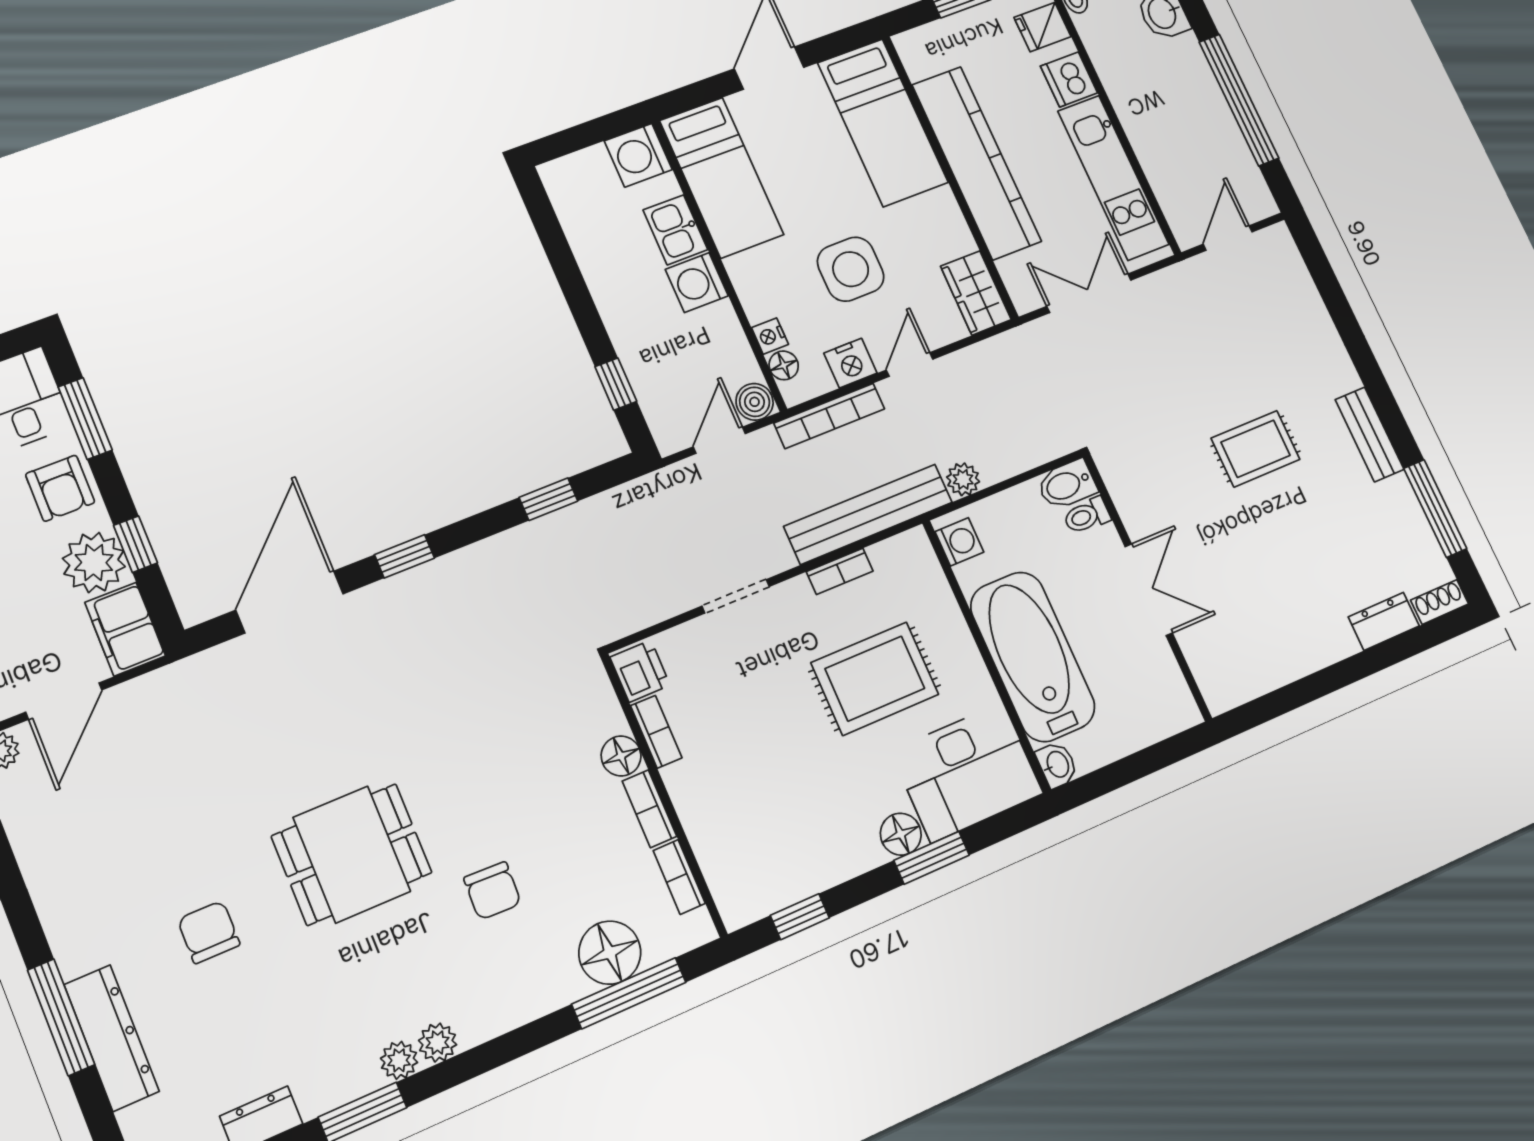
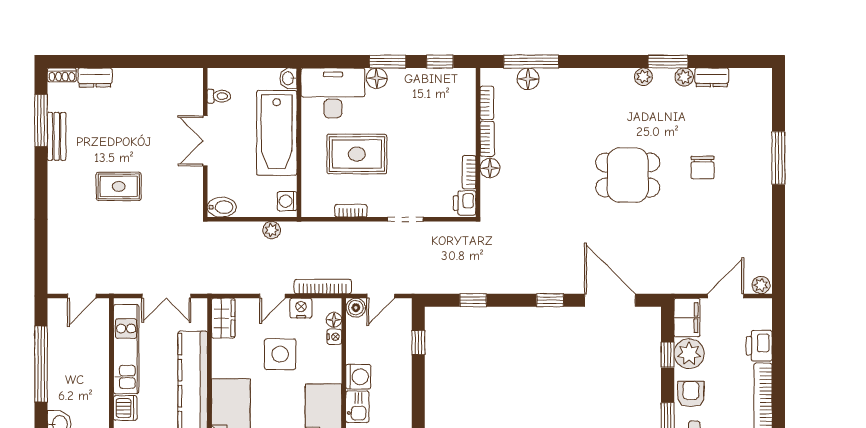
bench: (1370, 434) -> (57, 136), moved
bench: (868, 514) -> (325, 232), removed
toilet: (1087, 516) -> (219, 96), moved
door: (290, 602) -> (610, 300), swing flipped
window: (932, 858) -> (388, 62), moved
chair: (492, 891) -> (573, 133), removed
floor lamp: (610, 953) -> (528, 79), width x0.73, depth x0.73
dresser: (112, 1038) -> (761, 140), removed
plant: (438, 1043) -> (684, 77), moved

